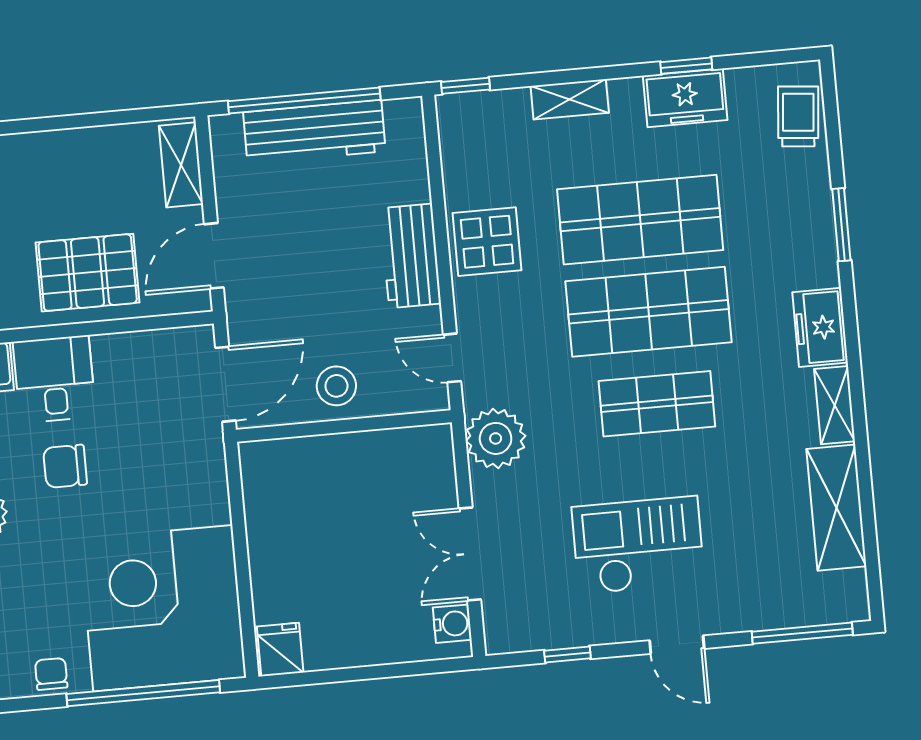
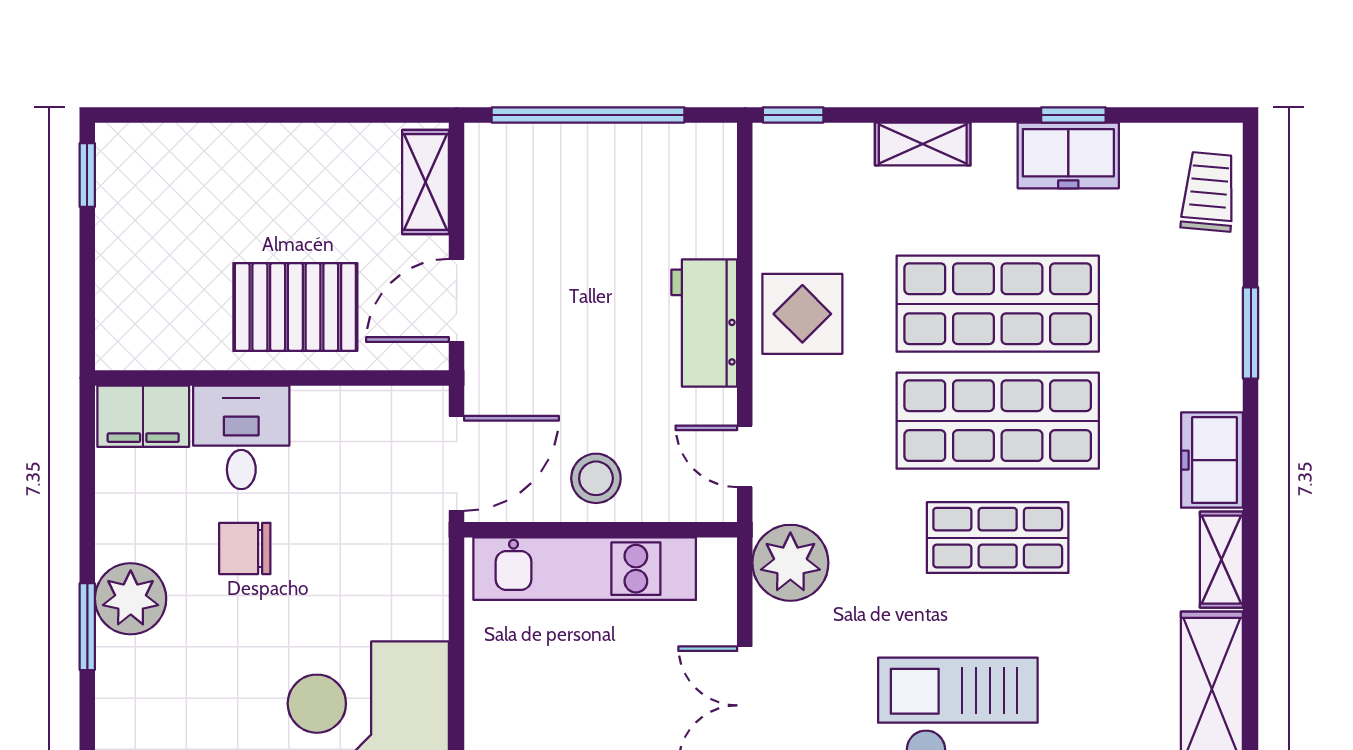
workbench: (314, 132) -> (597, 155), removed
kitchen unit: (334, 458) -> (585, 569), added

